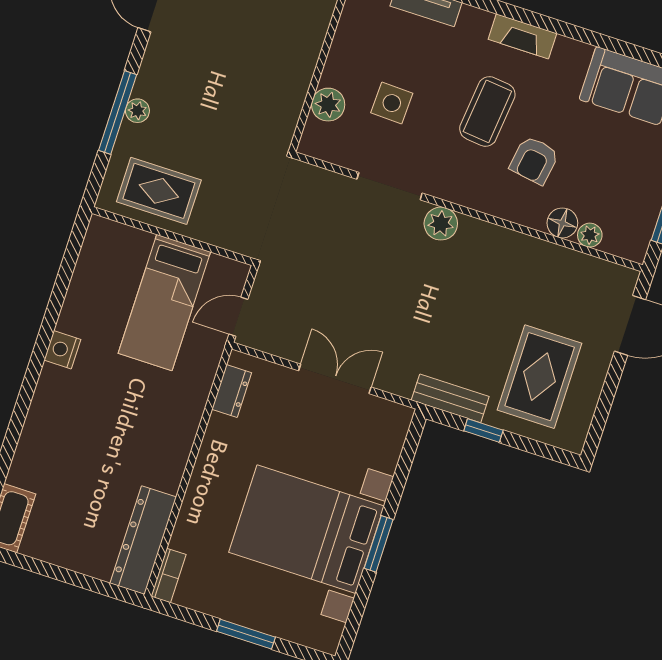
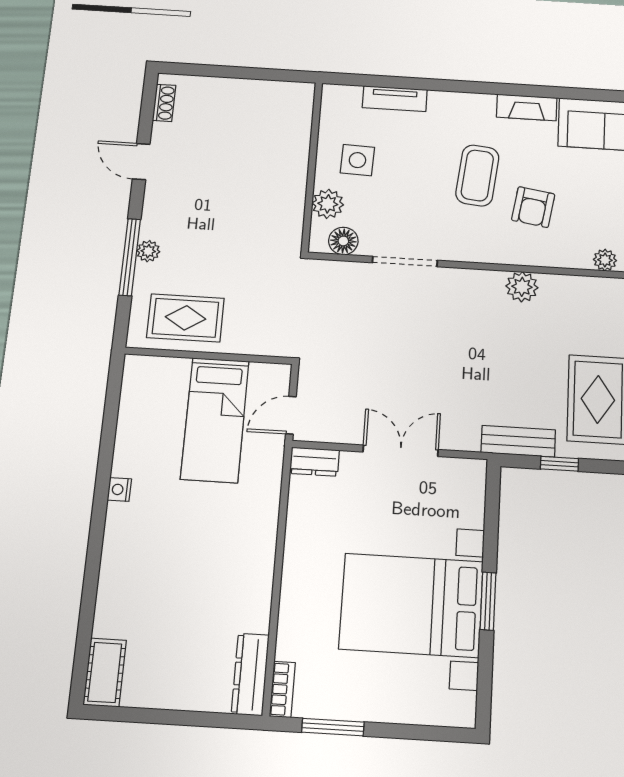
fireplace: (522, 36) -> (527, 107), moved
side table: (392, 103) -> (357, 160), moved
floor lamp: (562, 223) -> (343, 241), moved
plant: (441, 224) -> (522, 287), moved
nightstand: (62, 350) -> (119, 490), width x0.72, depth x0.74
dresser: (232, 391) -> (314, 462), moved, turned 90
dresser: (143, 540) -> (250, 674), width x0.73, depth x0.80
window: (246, 634) -> (333, 727), moved

